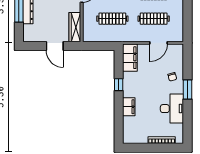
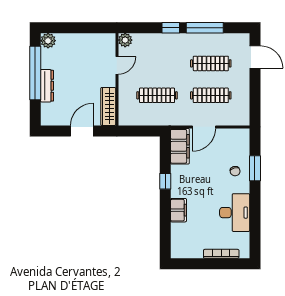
door: (159, 43) -> (204, 127), moved
door: (55, 46) -> (82, 131), swing flipped
window: (188, 89) -> (255, 168), moved

